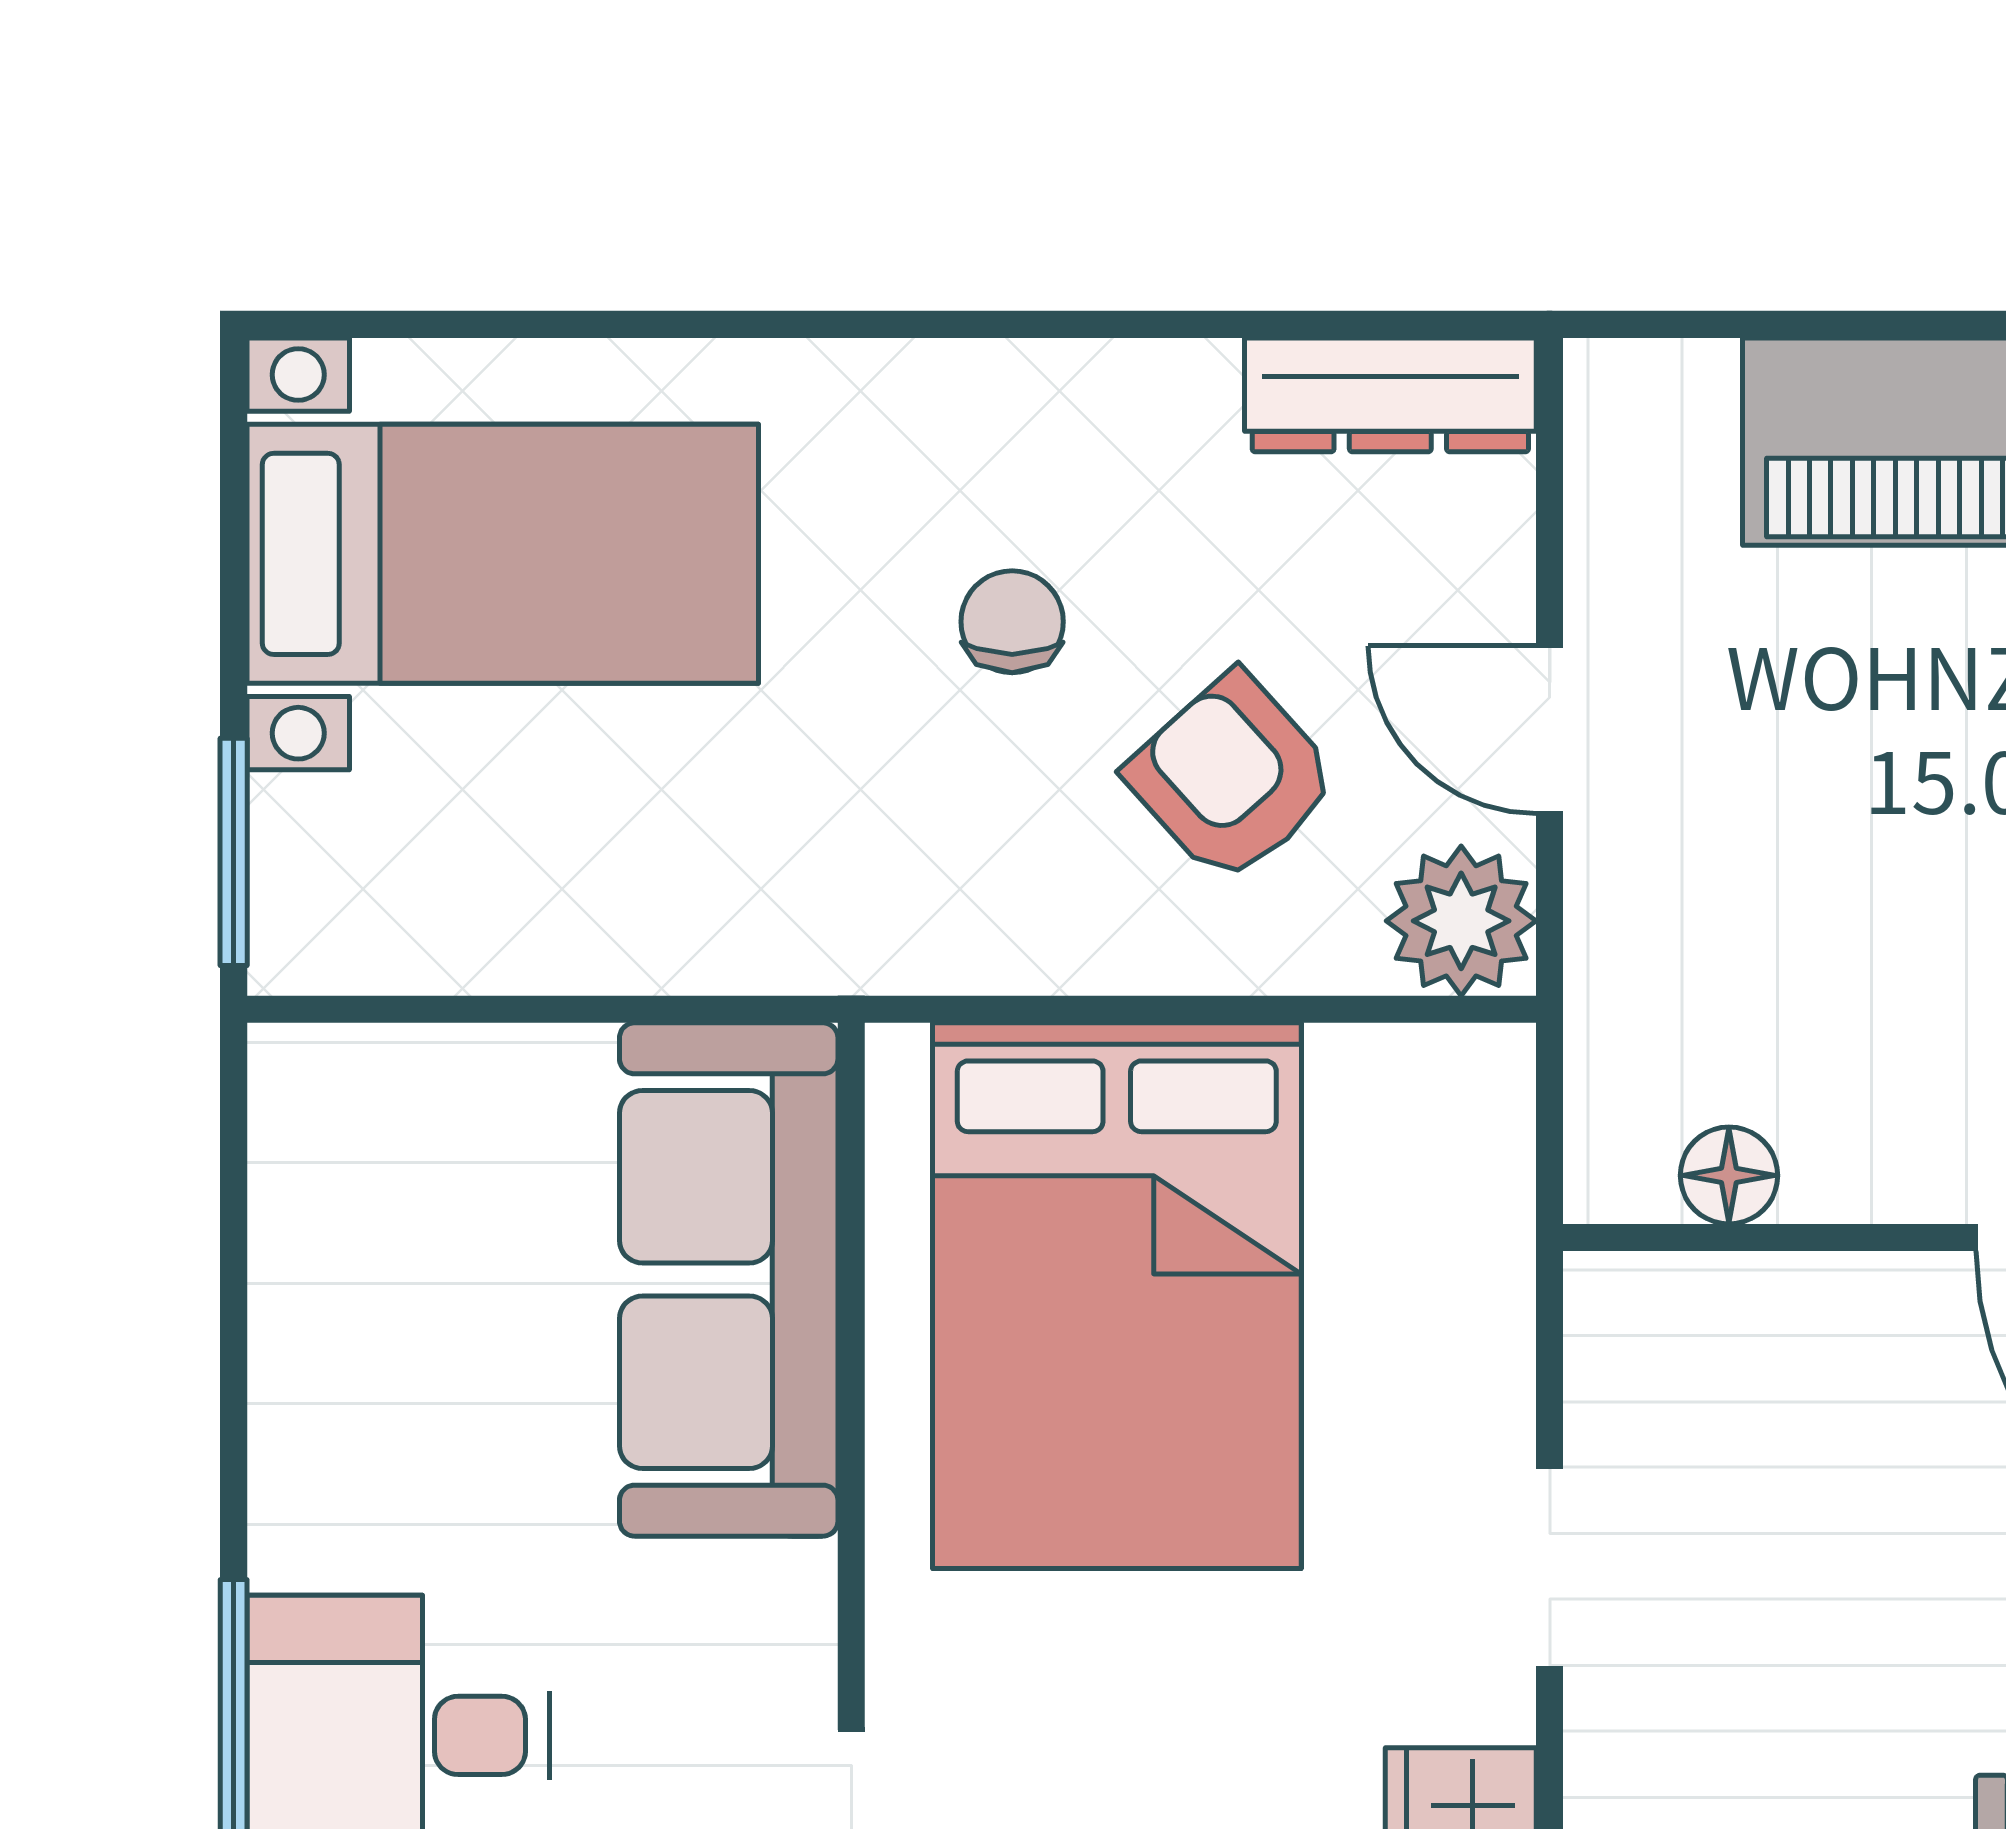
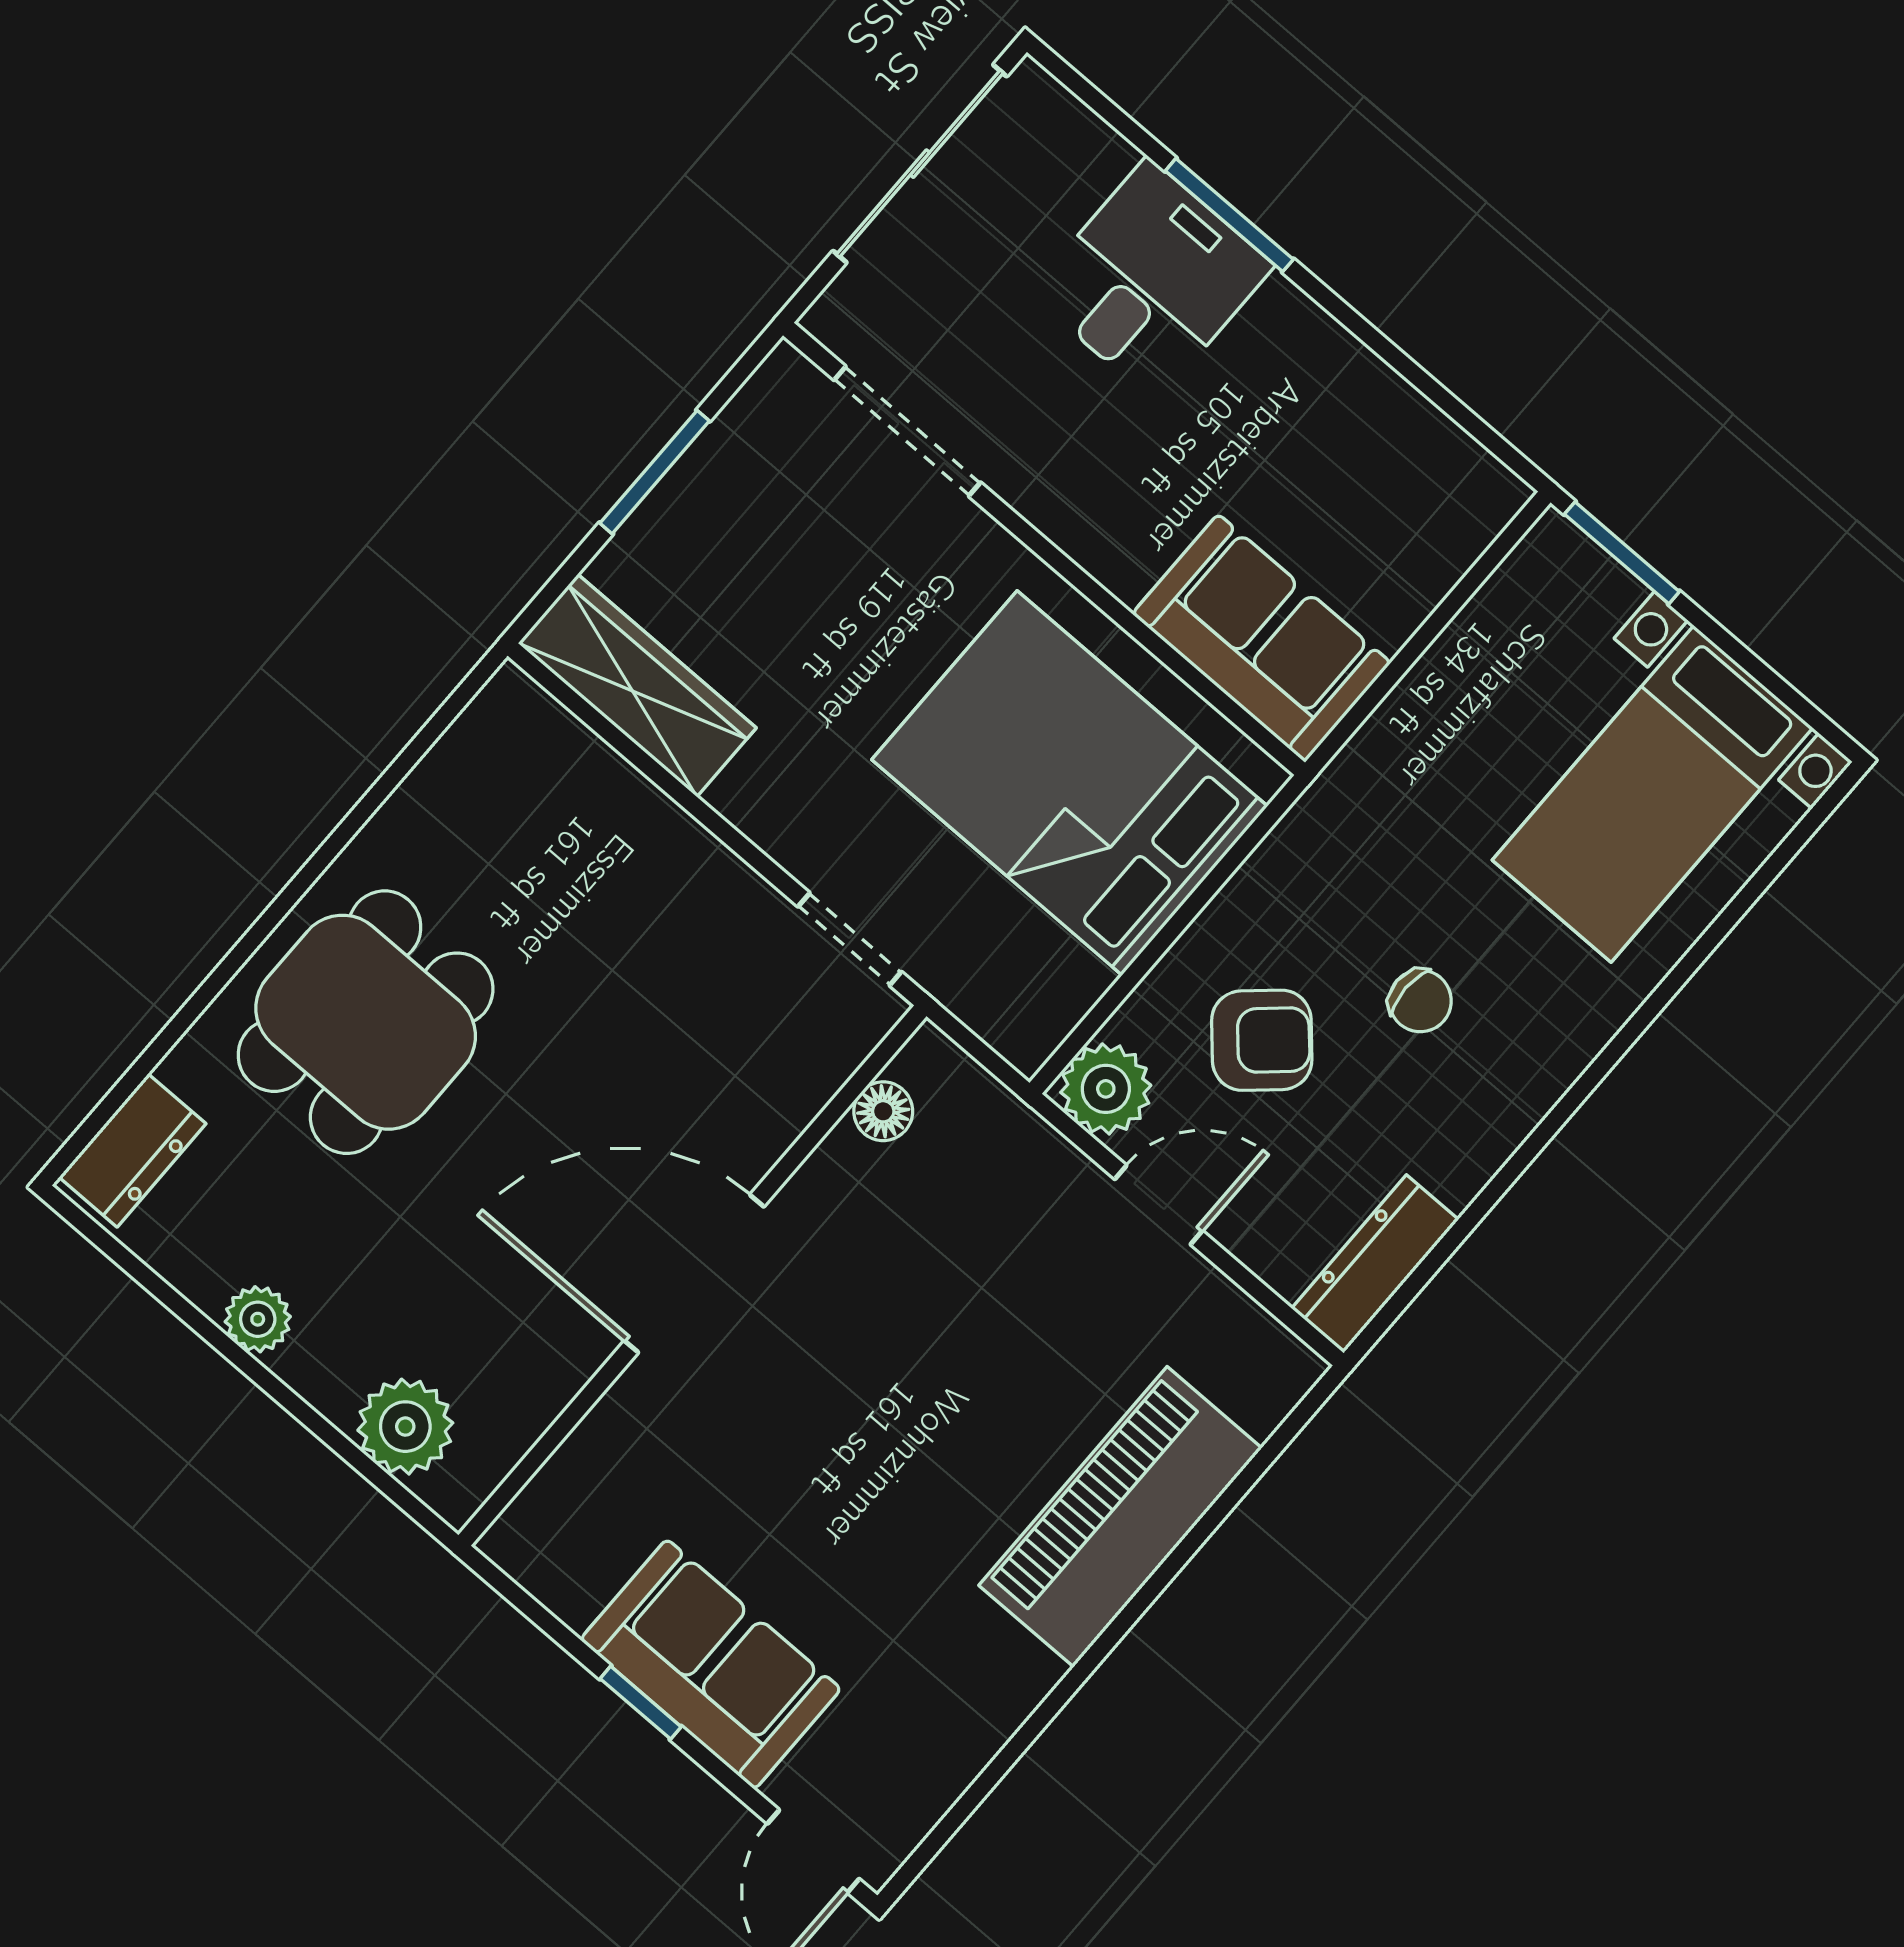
sofa: (729, 1280) -> (1262, 638), width x0.73
doorway: (1550, 1568) -> (850, 939), moved

